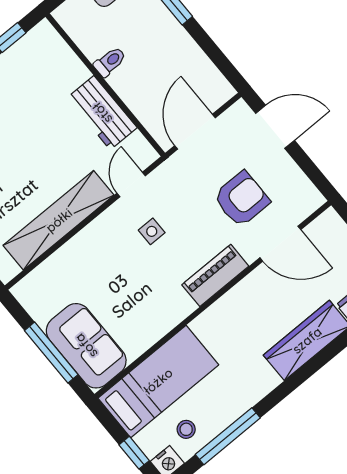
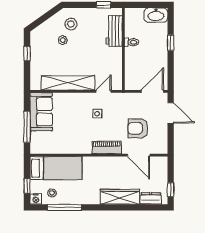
workbench: (102, 113) -> (114, 31), moved
door: (195, 132) -> (152, 91), moved
armchair: (242, 199) -> (138, 128), turned 180
sofa: (86, 346) -> (41, 112), moved

